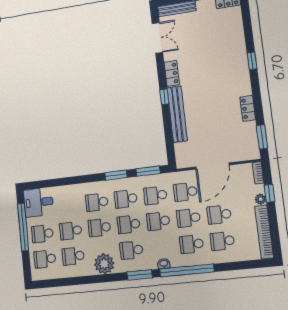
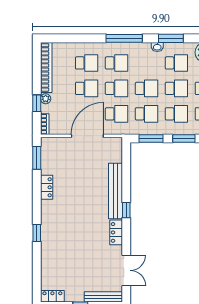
double door: (157, 38) -> (126, 270), swing flipped
washbasin: (164, 264) -> (157, 47), moved
window: (187, 270) -> (124, 38), width x0.68

